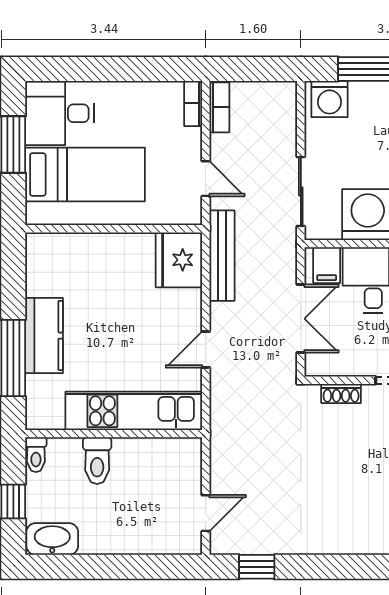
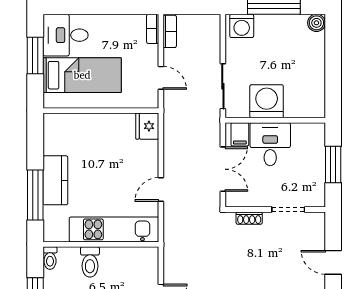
bench: (222, 256) -> (171, 128), removed
fridge: (179, 260) -> (147, 126), width x0.73, depth x0.75

